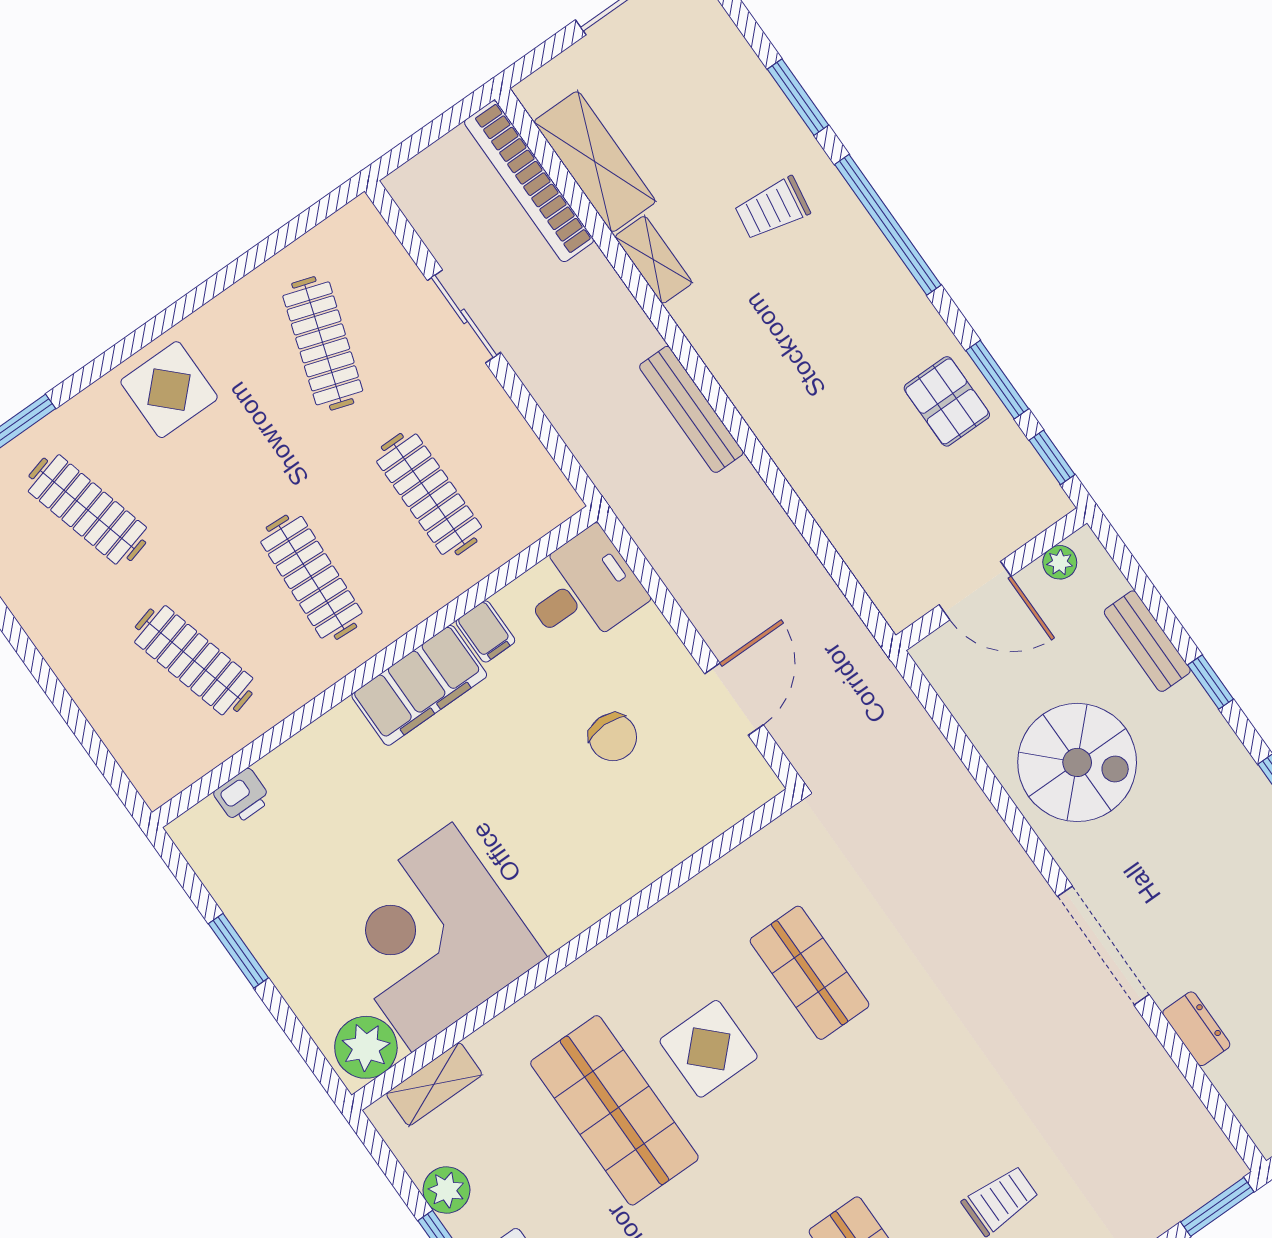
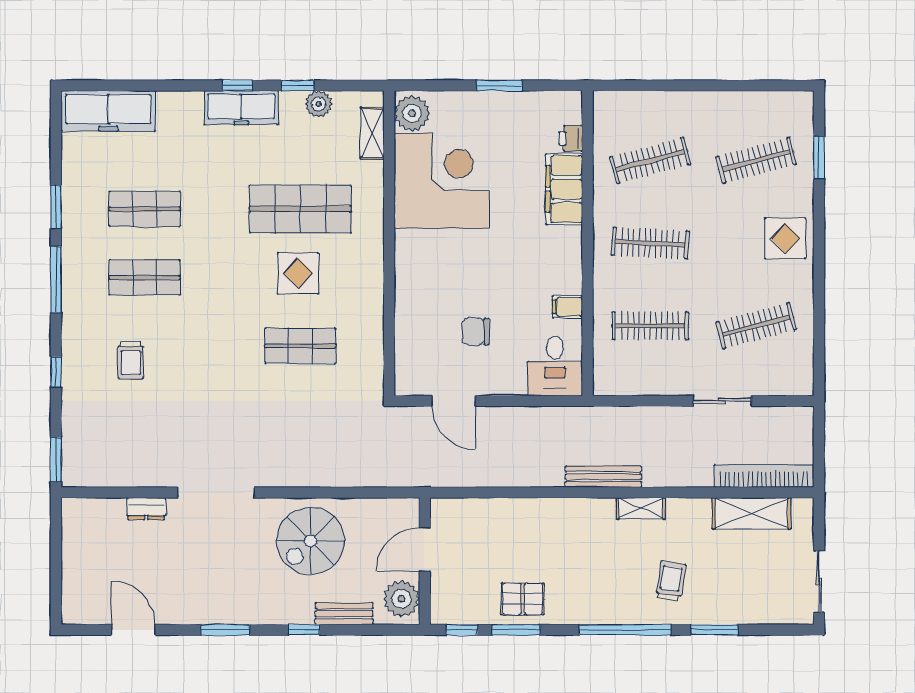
shelving: (653, 260) -> (641, 508), moved
clothes rail: (323, 343) -> (756, 326), turned -33
plant: (1060, 562) -> (401, 599), width x1.88, depth x1.88
filing cabinet: (419, 685) -> (564, 189), moved

